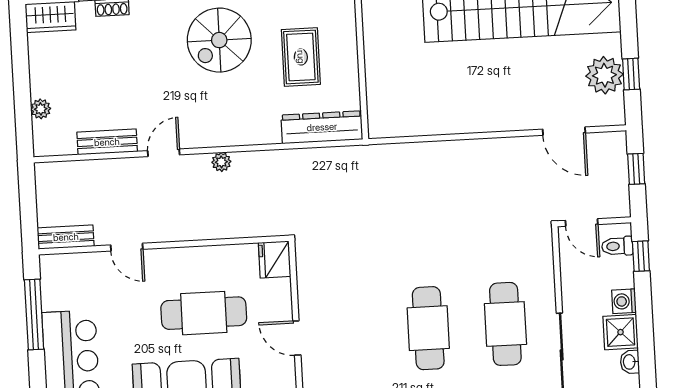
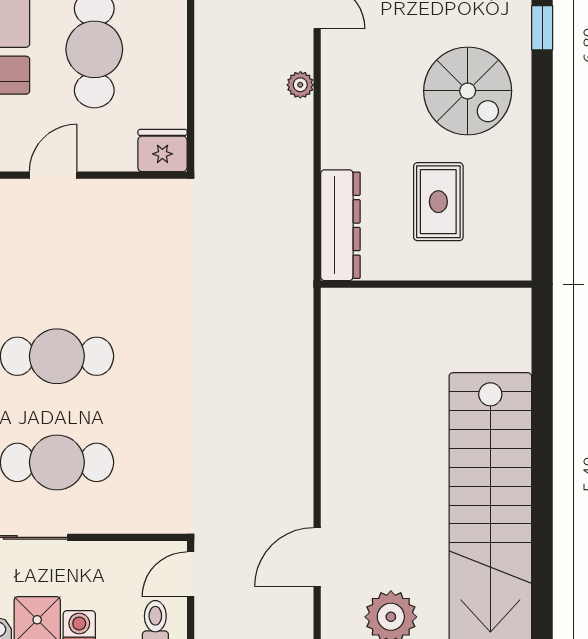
spiral stairs: (219, 40) -> (468, 91), turned 180
rug: (301, 57) -> (438, 202), turned 90

